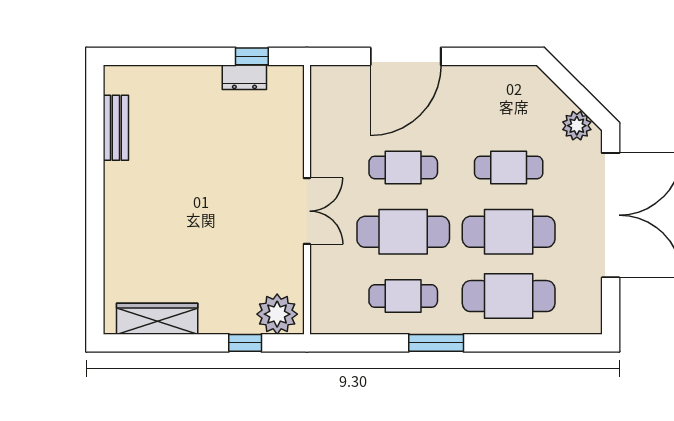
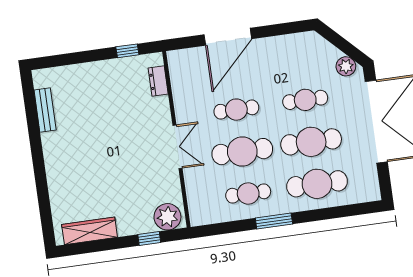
dresser: (244, 77) -> (158, 81), moved, turned 90

